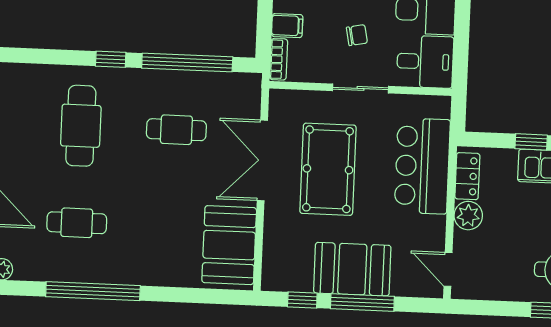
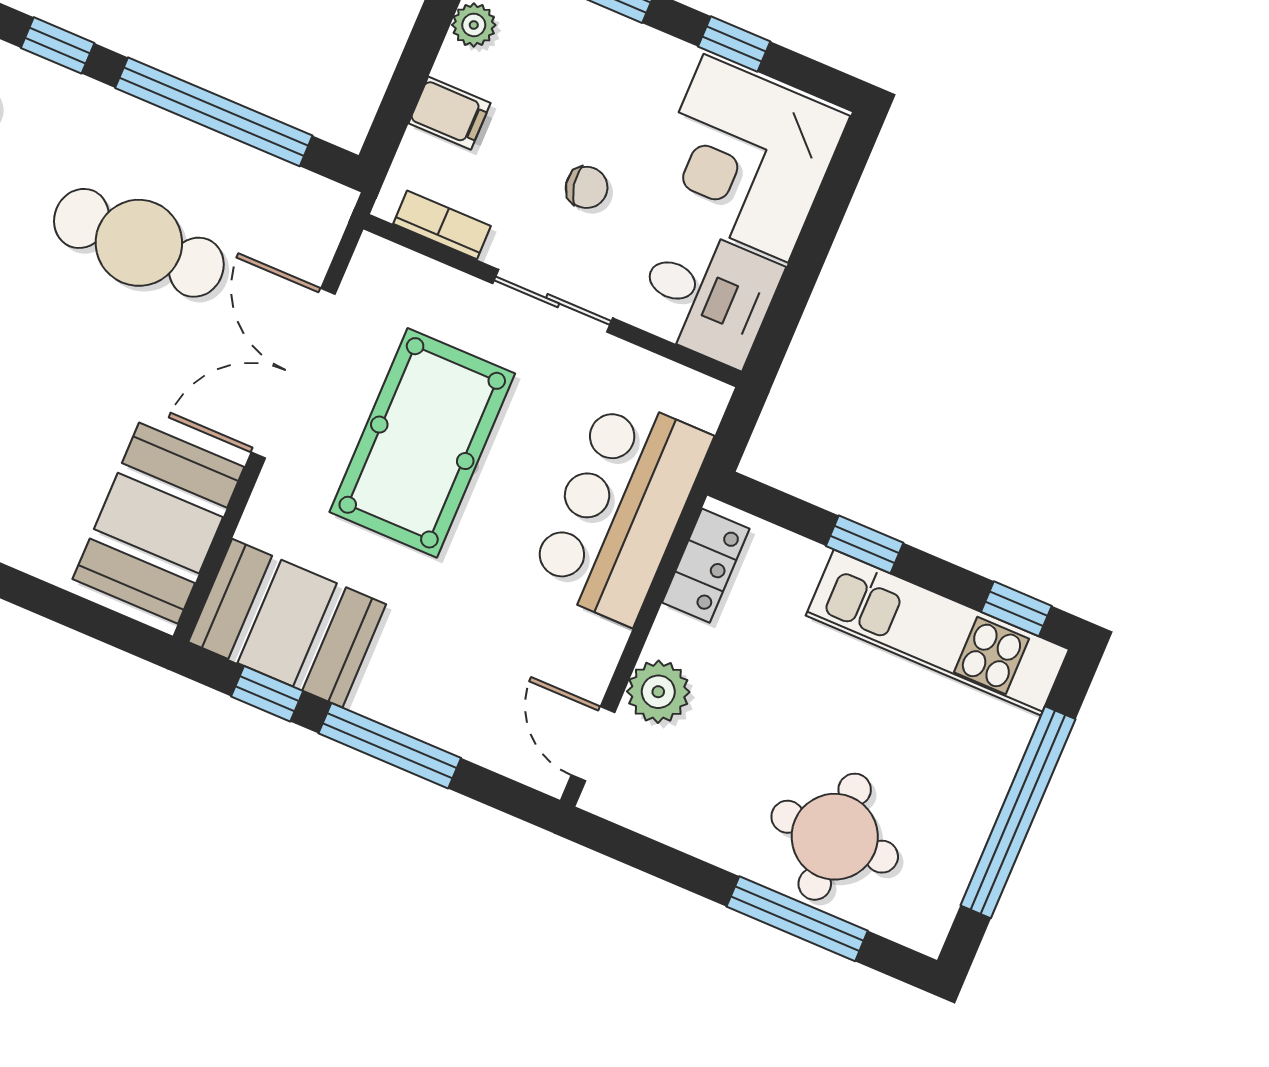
bookcase: (279, 59) -> (442, 225), moved, turned -90
cafe table: (176, 130) -> (139, 243), width x1.37, depth x1.35
plant: (468, 216) -> (658, 692), moved
booth: (352, 269) -> (287, 623), moved

